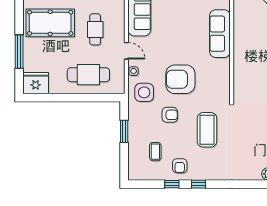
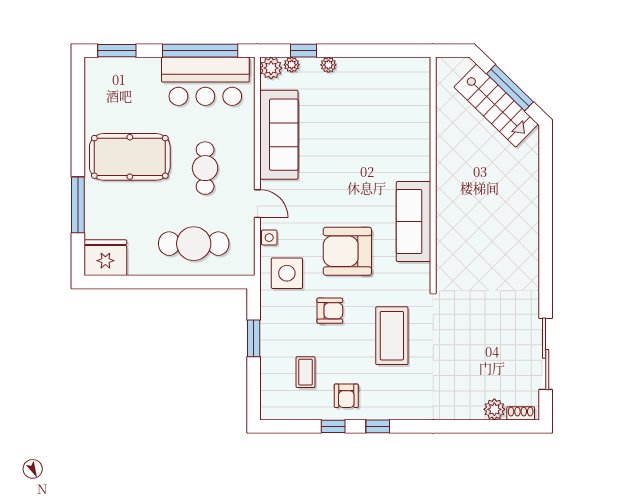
sofa: (220, 34) -> (413, 222), moved

